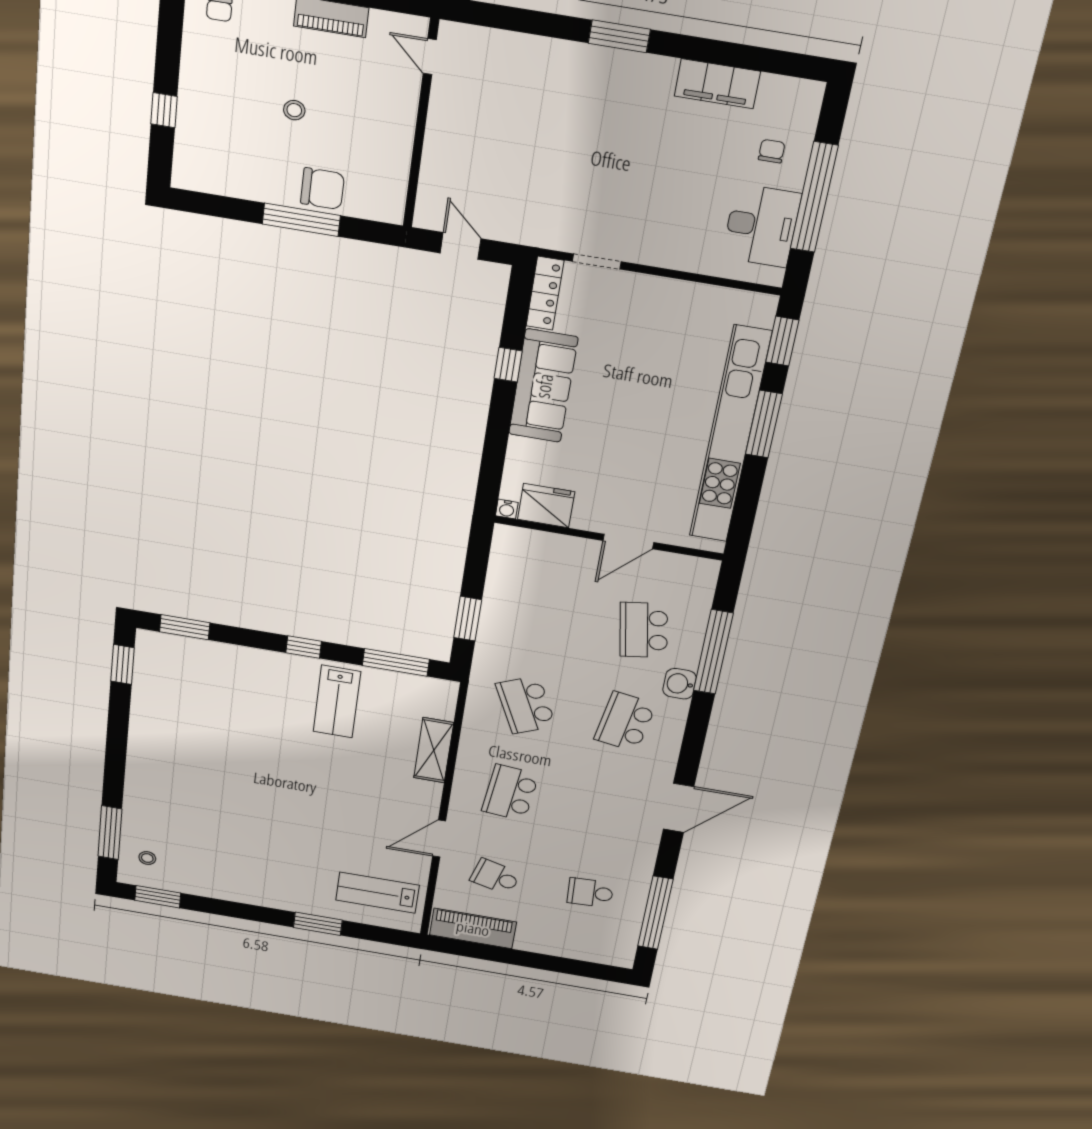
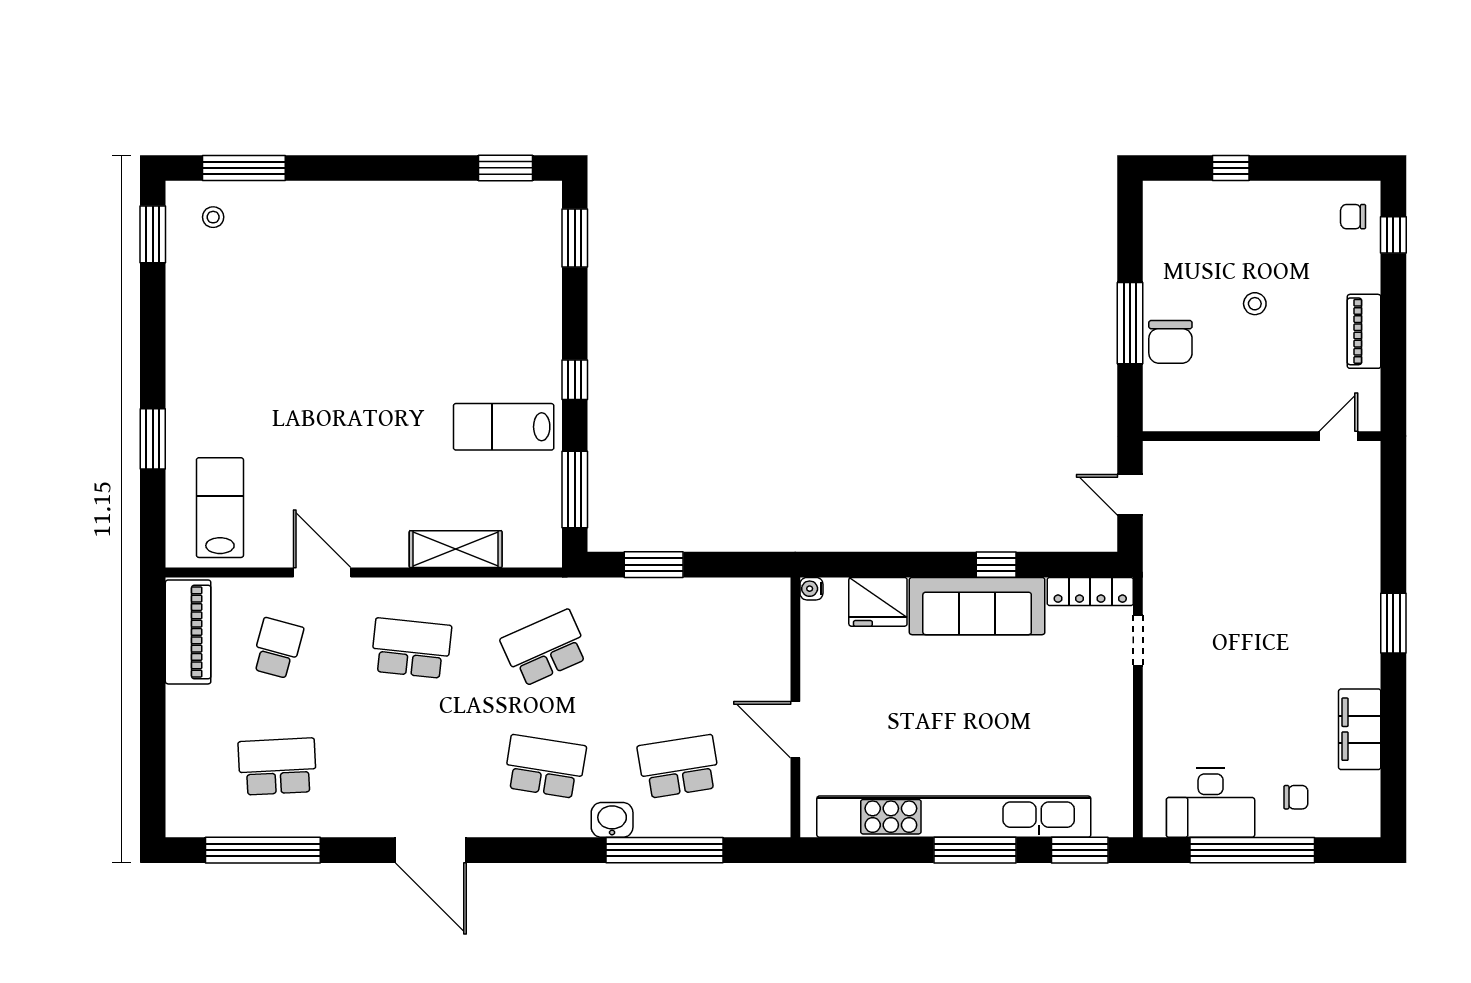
door: (461, 246) -> (1130, 495), swing flipped
fridge: (546, 506) -> (878, 602), moved, turned 90
school desk: (590, 893) -> (277, 767), width x1.85

